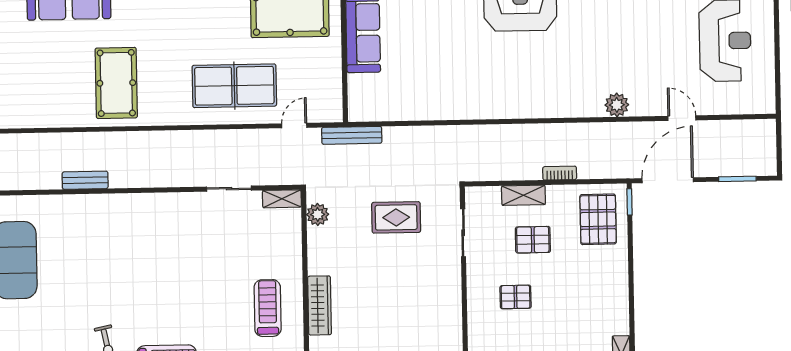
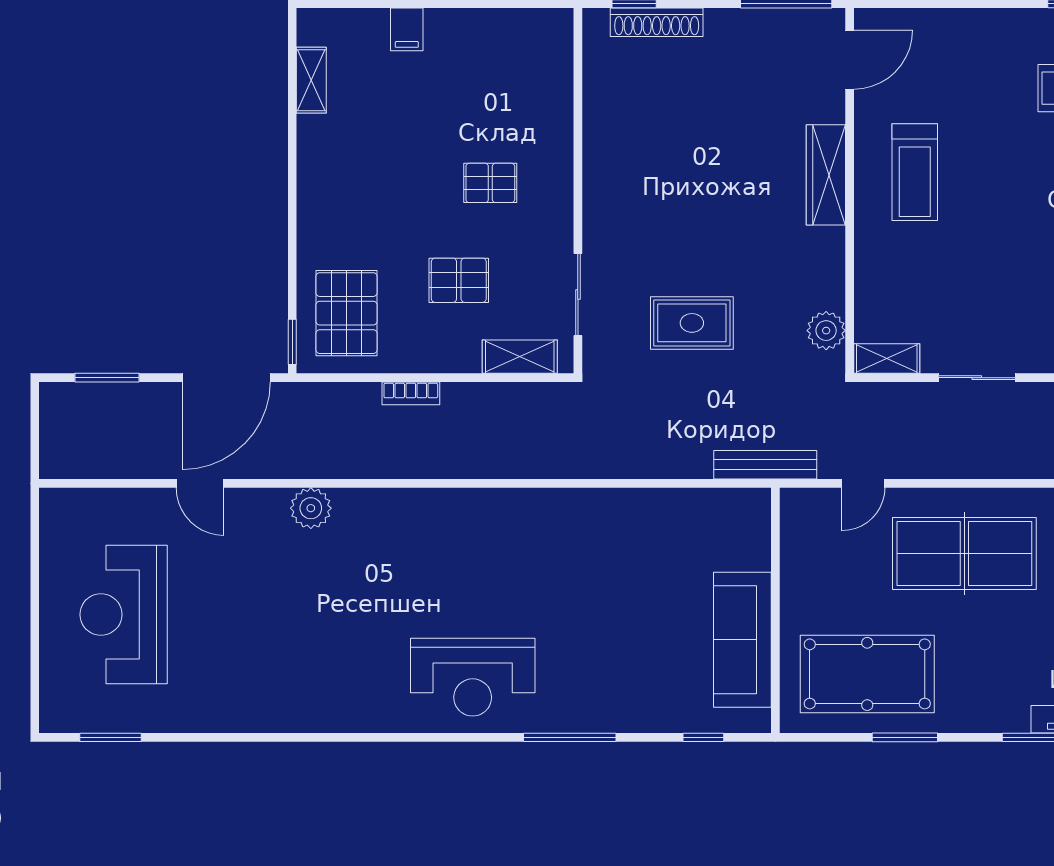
shelving: (523, 195) -> (520, 357), moved

